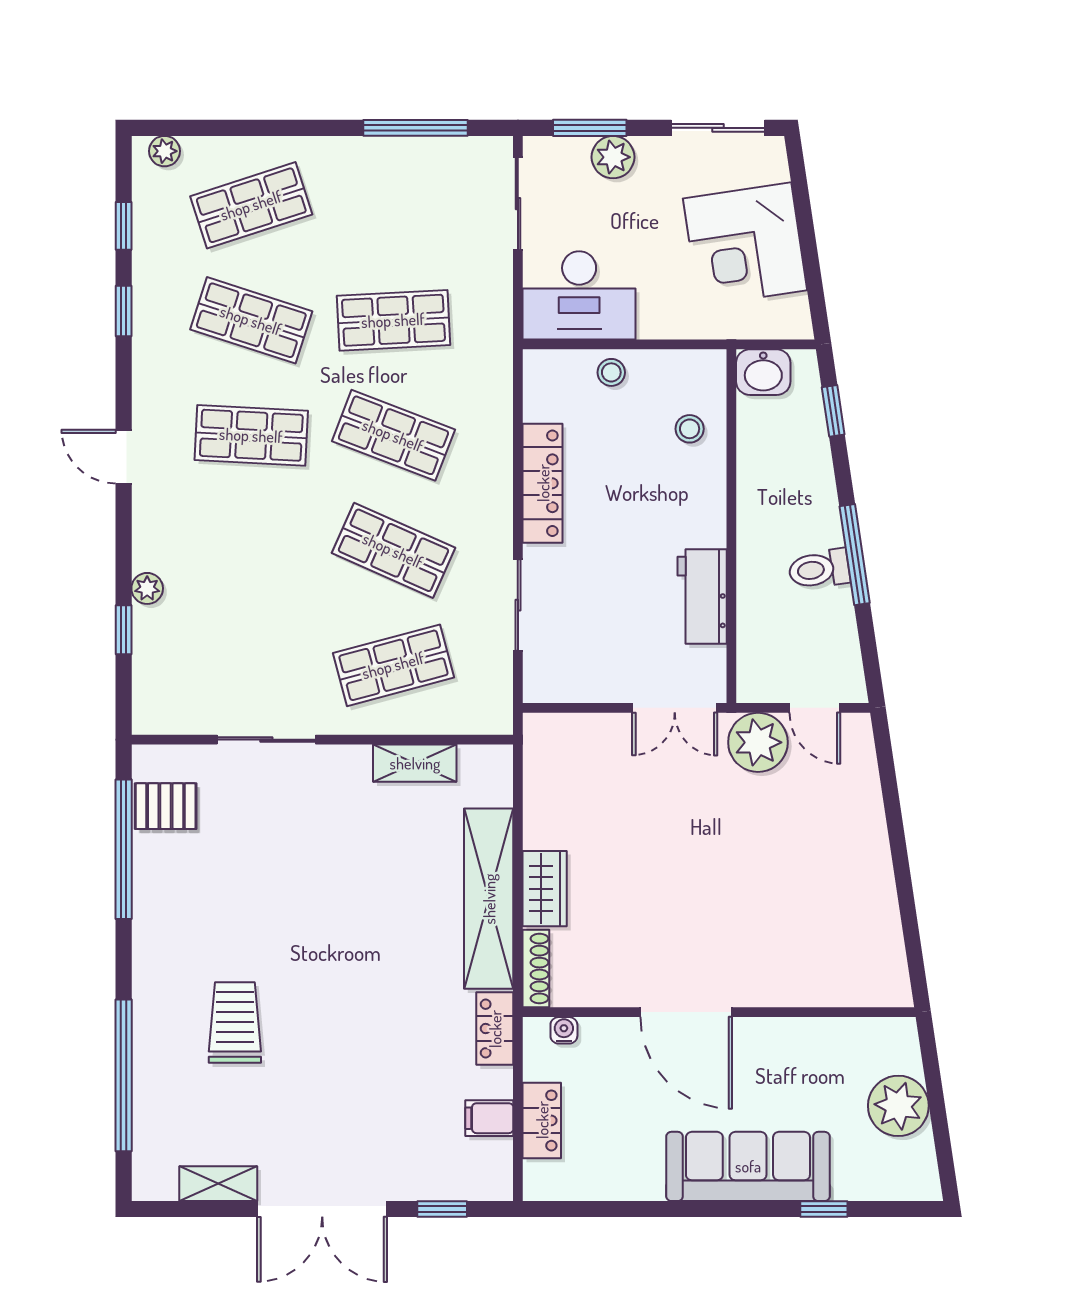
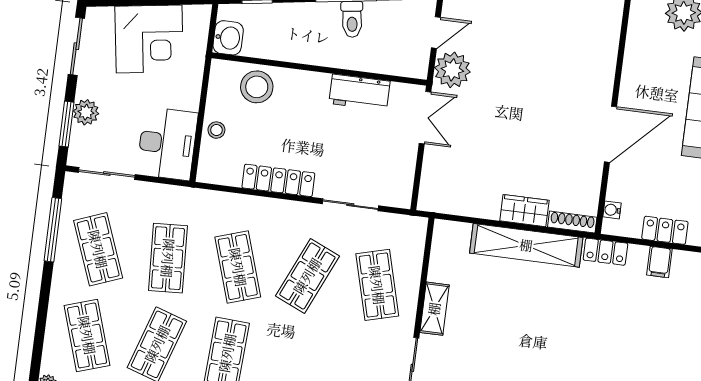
shop shelf: (393, 205) -> (98, 249), added
stool: (690, 429) -> (257, 87), width x1.89, depth x1.89
shop shelf: (393, 435) -> (238, 267), turned -39
shelving: (415, 763) -> (434, 309), moved

